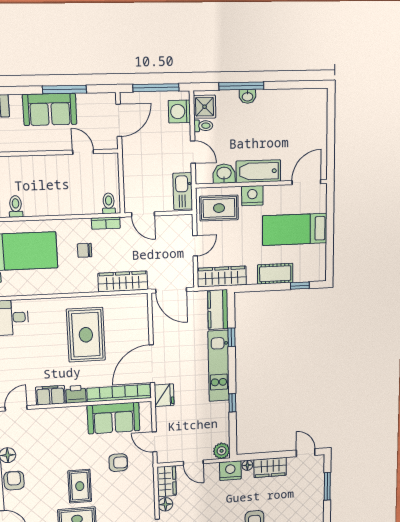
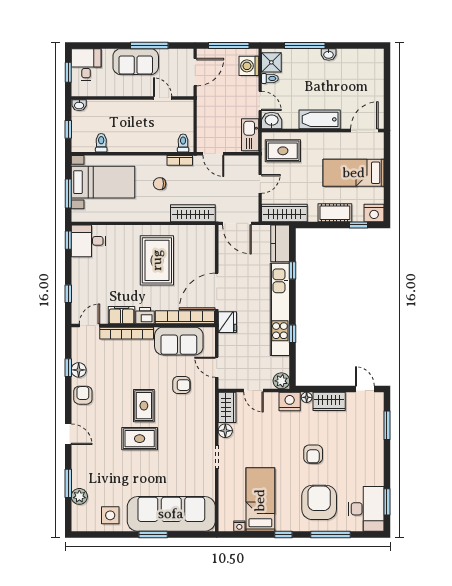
washbasin: (248, 96) -> (329, 54), moved
washbasin: (224, 174) -> (272, 121), moved
nightstand: (252, 196) -> (374, 213), moved, turned 180
kitchen unit: (219, 366) -> (280, 309), width x1.36
bookcase: (57, 414) -> (127, 333), added

